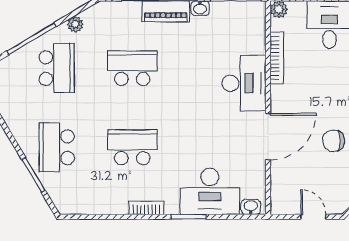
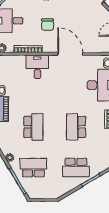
school desk: (132, 68) -> (33, 127), turned 180
desk: (244, 83) -> (37, 67), width x0.73
chair: (334, 141) -> (48, 25), moved

